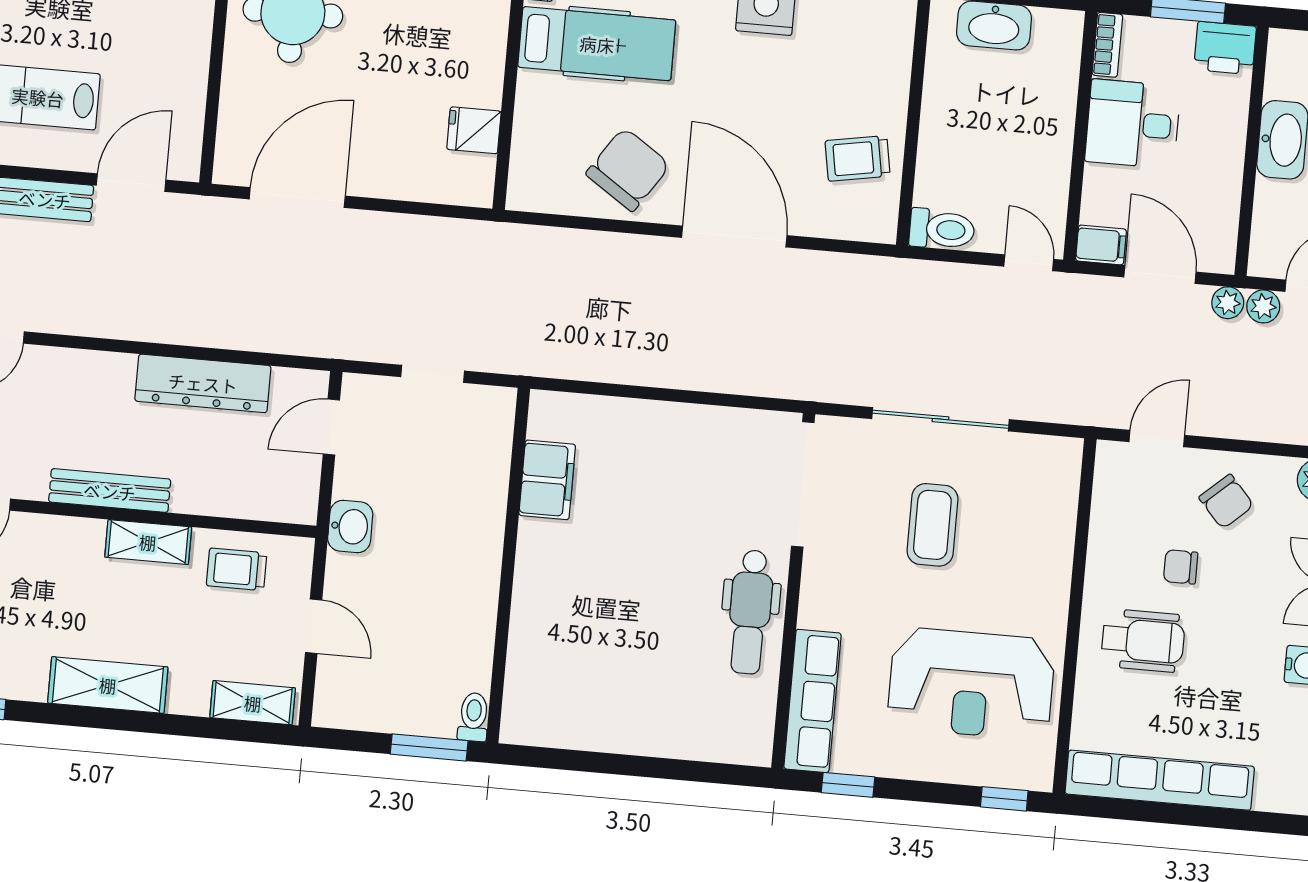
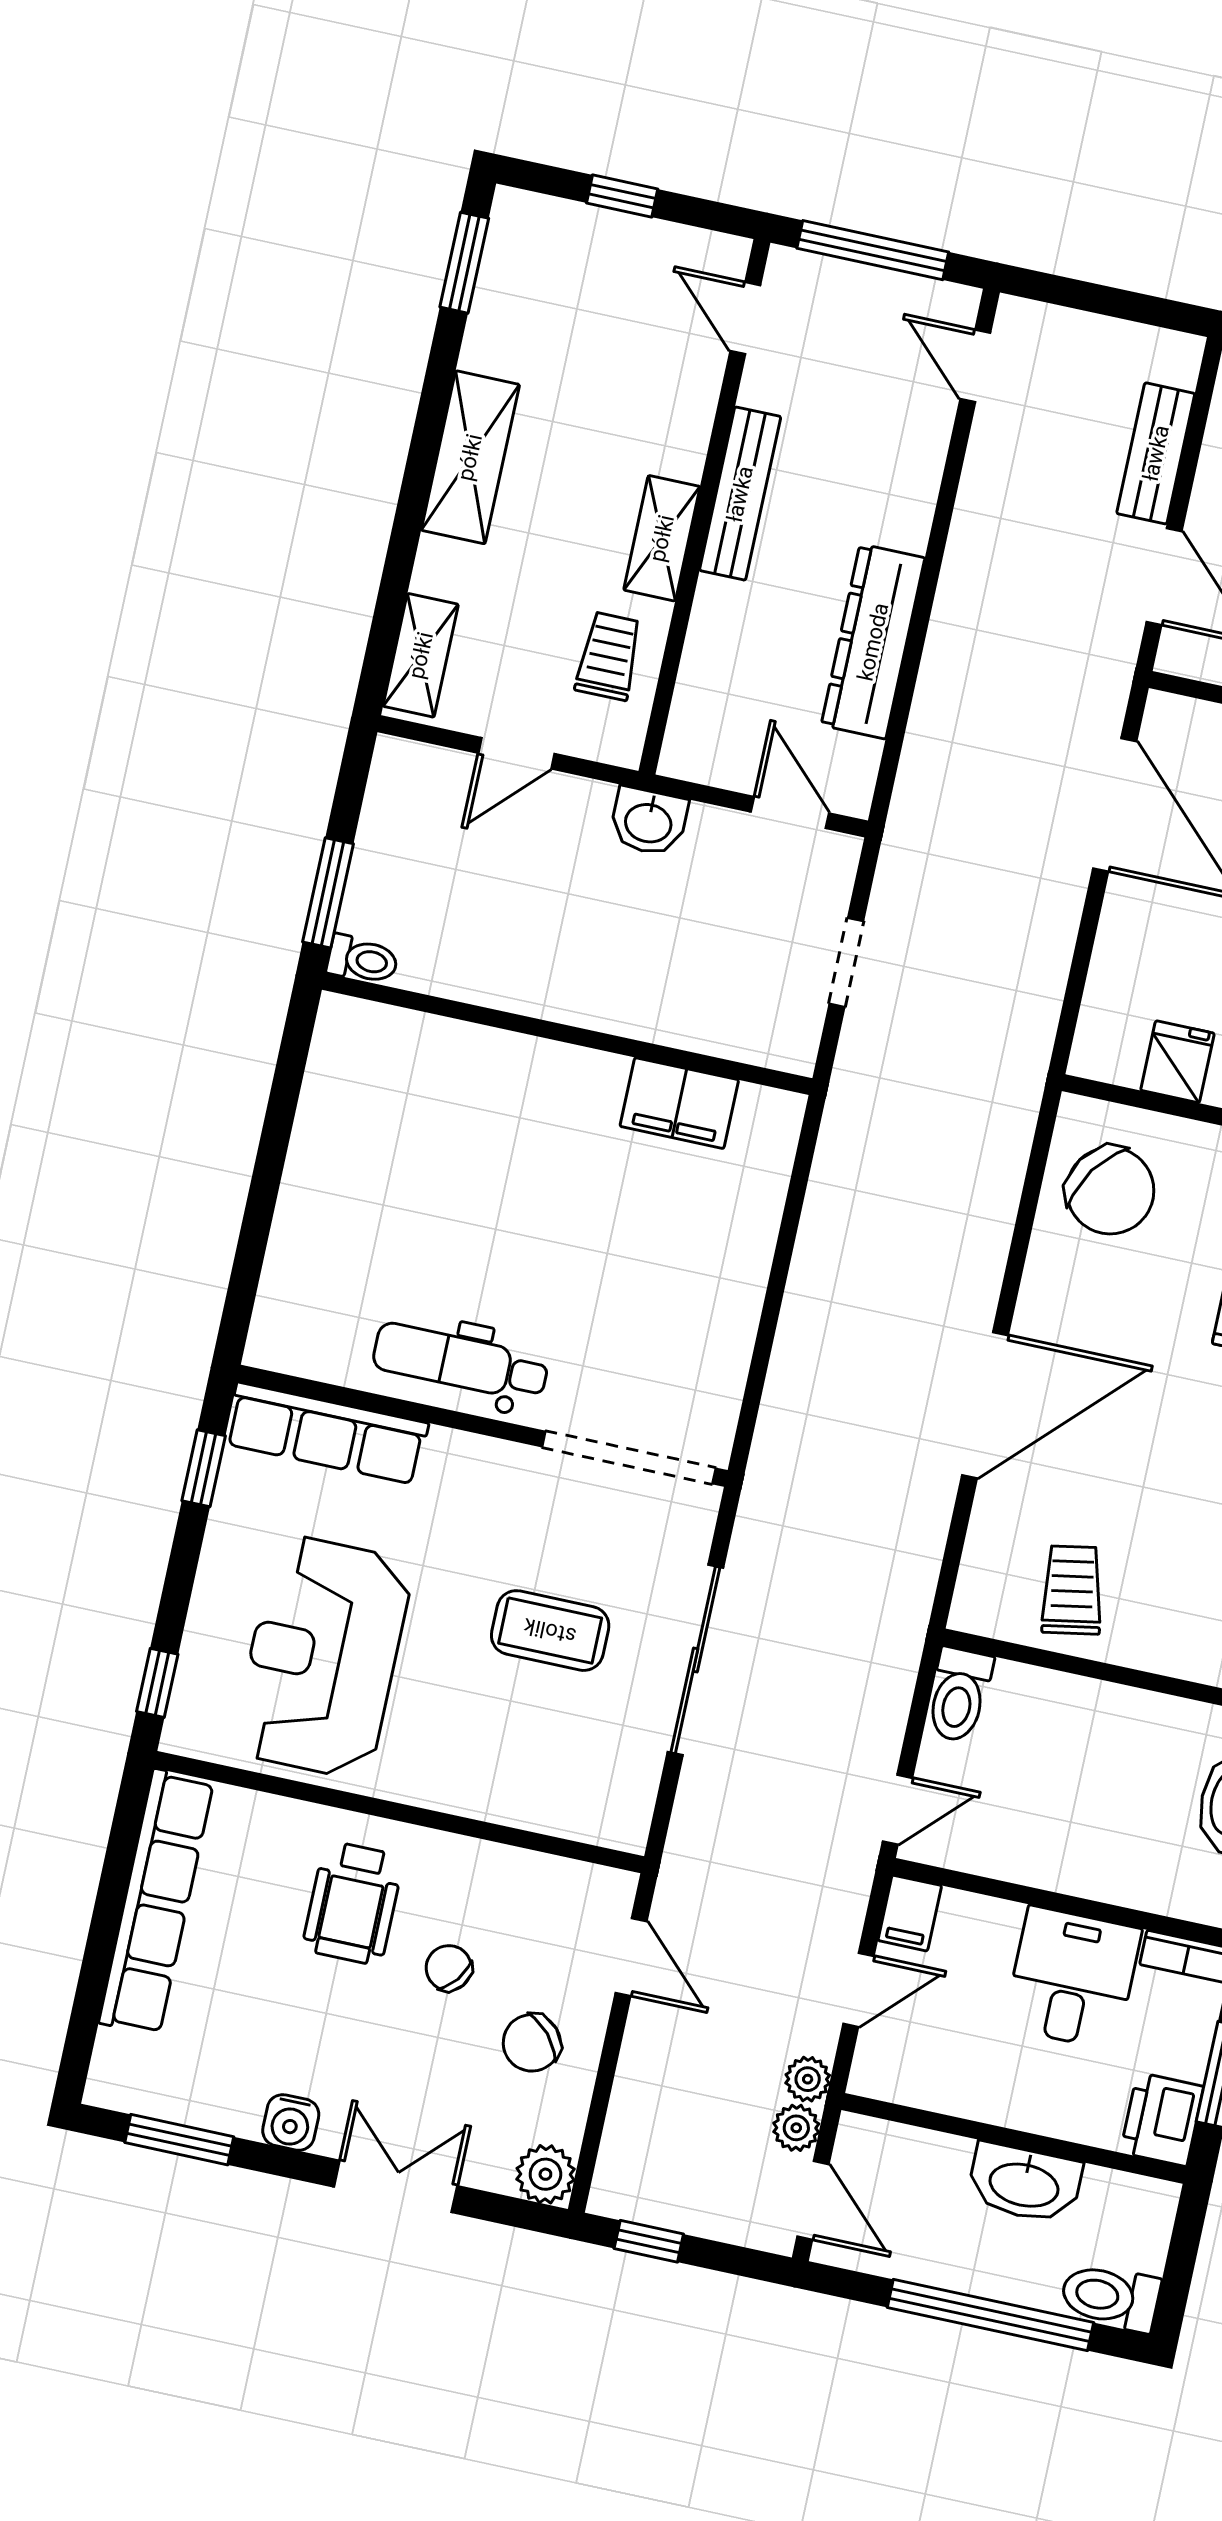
chair: (628, 169) -> (1110, 1191), moved
door: (1160, 274) -> (859, 1990), width x0.73
chair: (1181, 567) -> (449, 1968), turned -52

